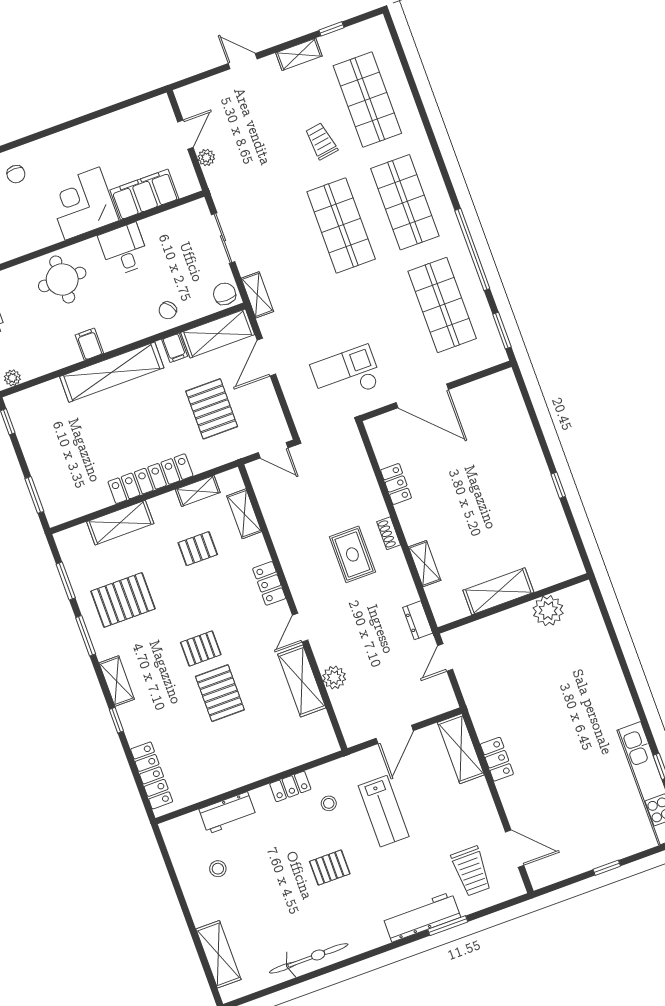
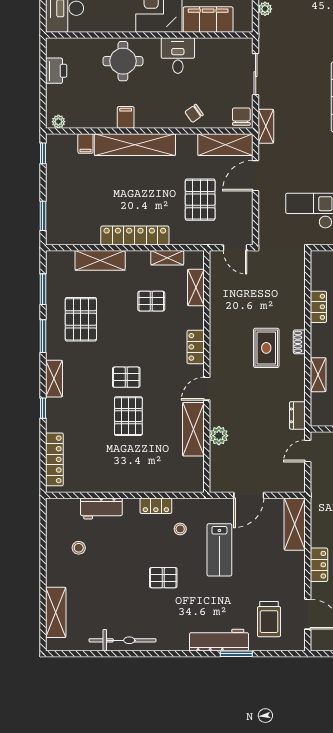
filing cabinet: (175, 348) -> (85, 143), moved
pallet: (123, 600) -> (81, 319), turned 90
locker: (497, 759) -> (319, 565), moved

